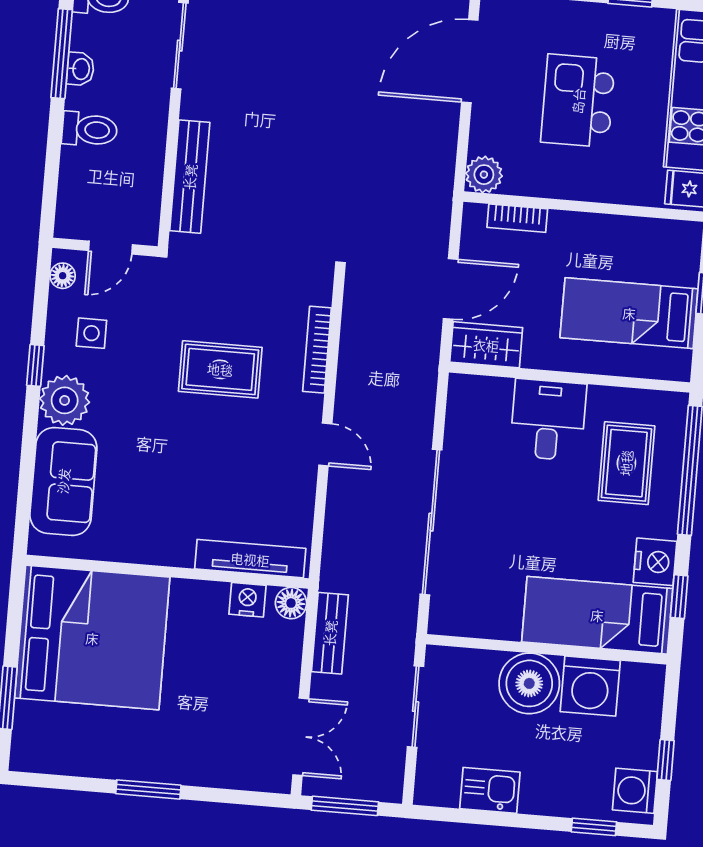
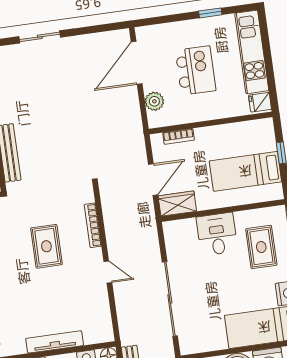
kitchen island: (578, 101) -> (196, 70), turned 180
plant: (484, 175) -> (154, 101), moved
rug: (220, 369) -> (46, 246), turned 90
tv unit: (250, 559) -> (55, 342), moved

